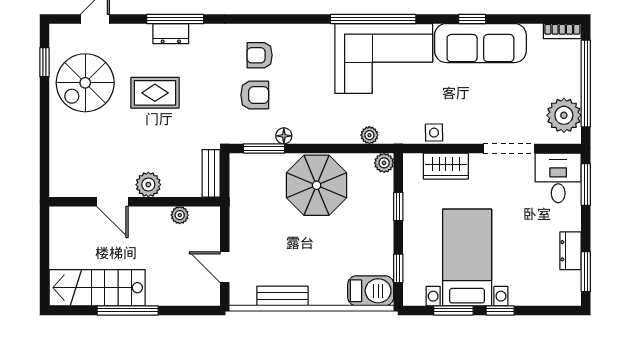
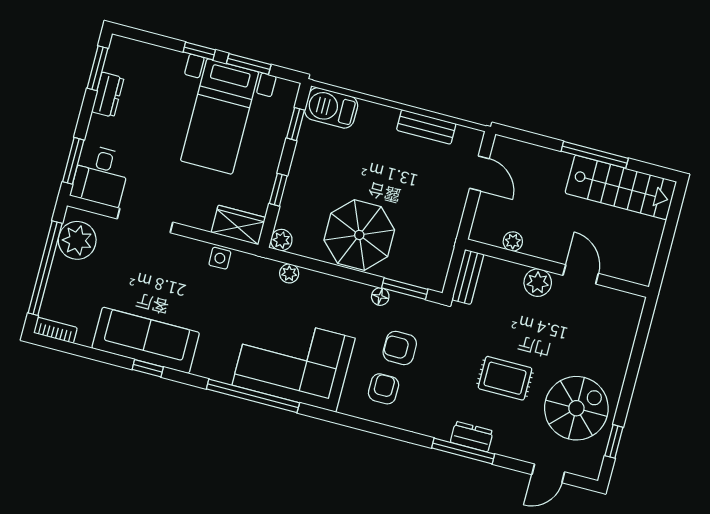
armchair: (260, 55) -> (384, 389), turned -90
corner sofa: (384, 59) -> (294, 362), moved
wardrobe: (446, 166) -> (238, 225), moved

